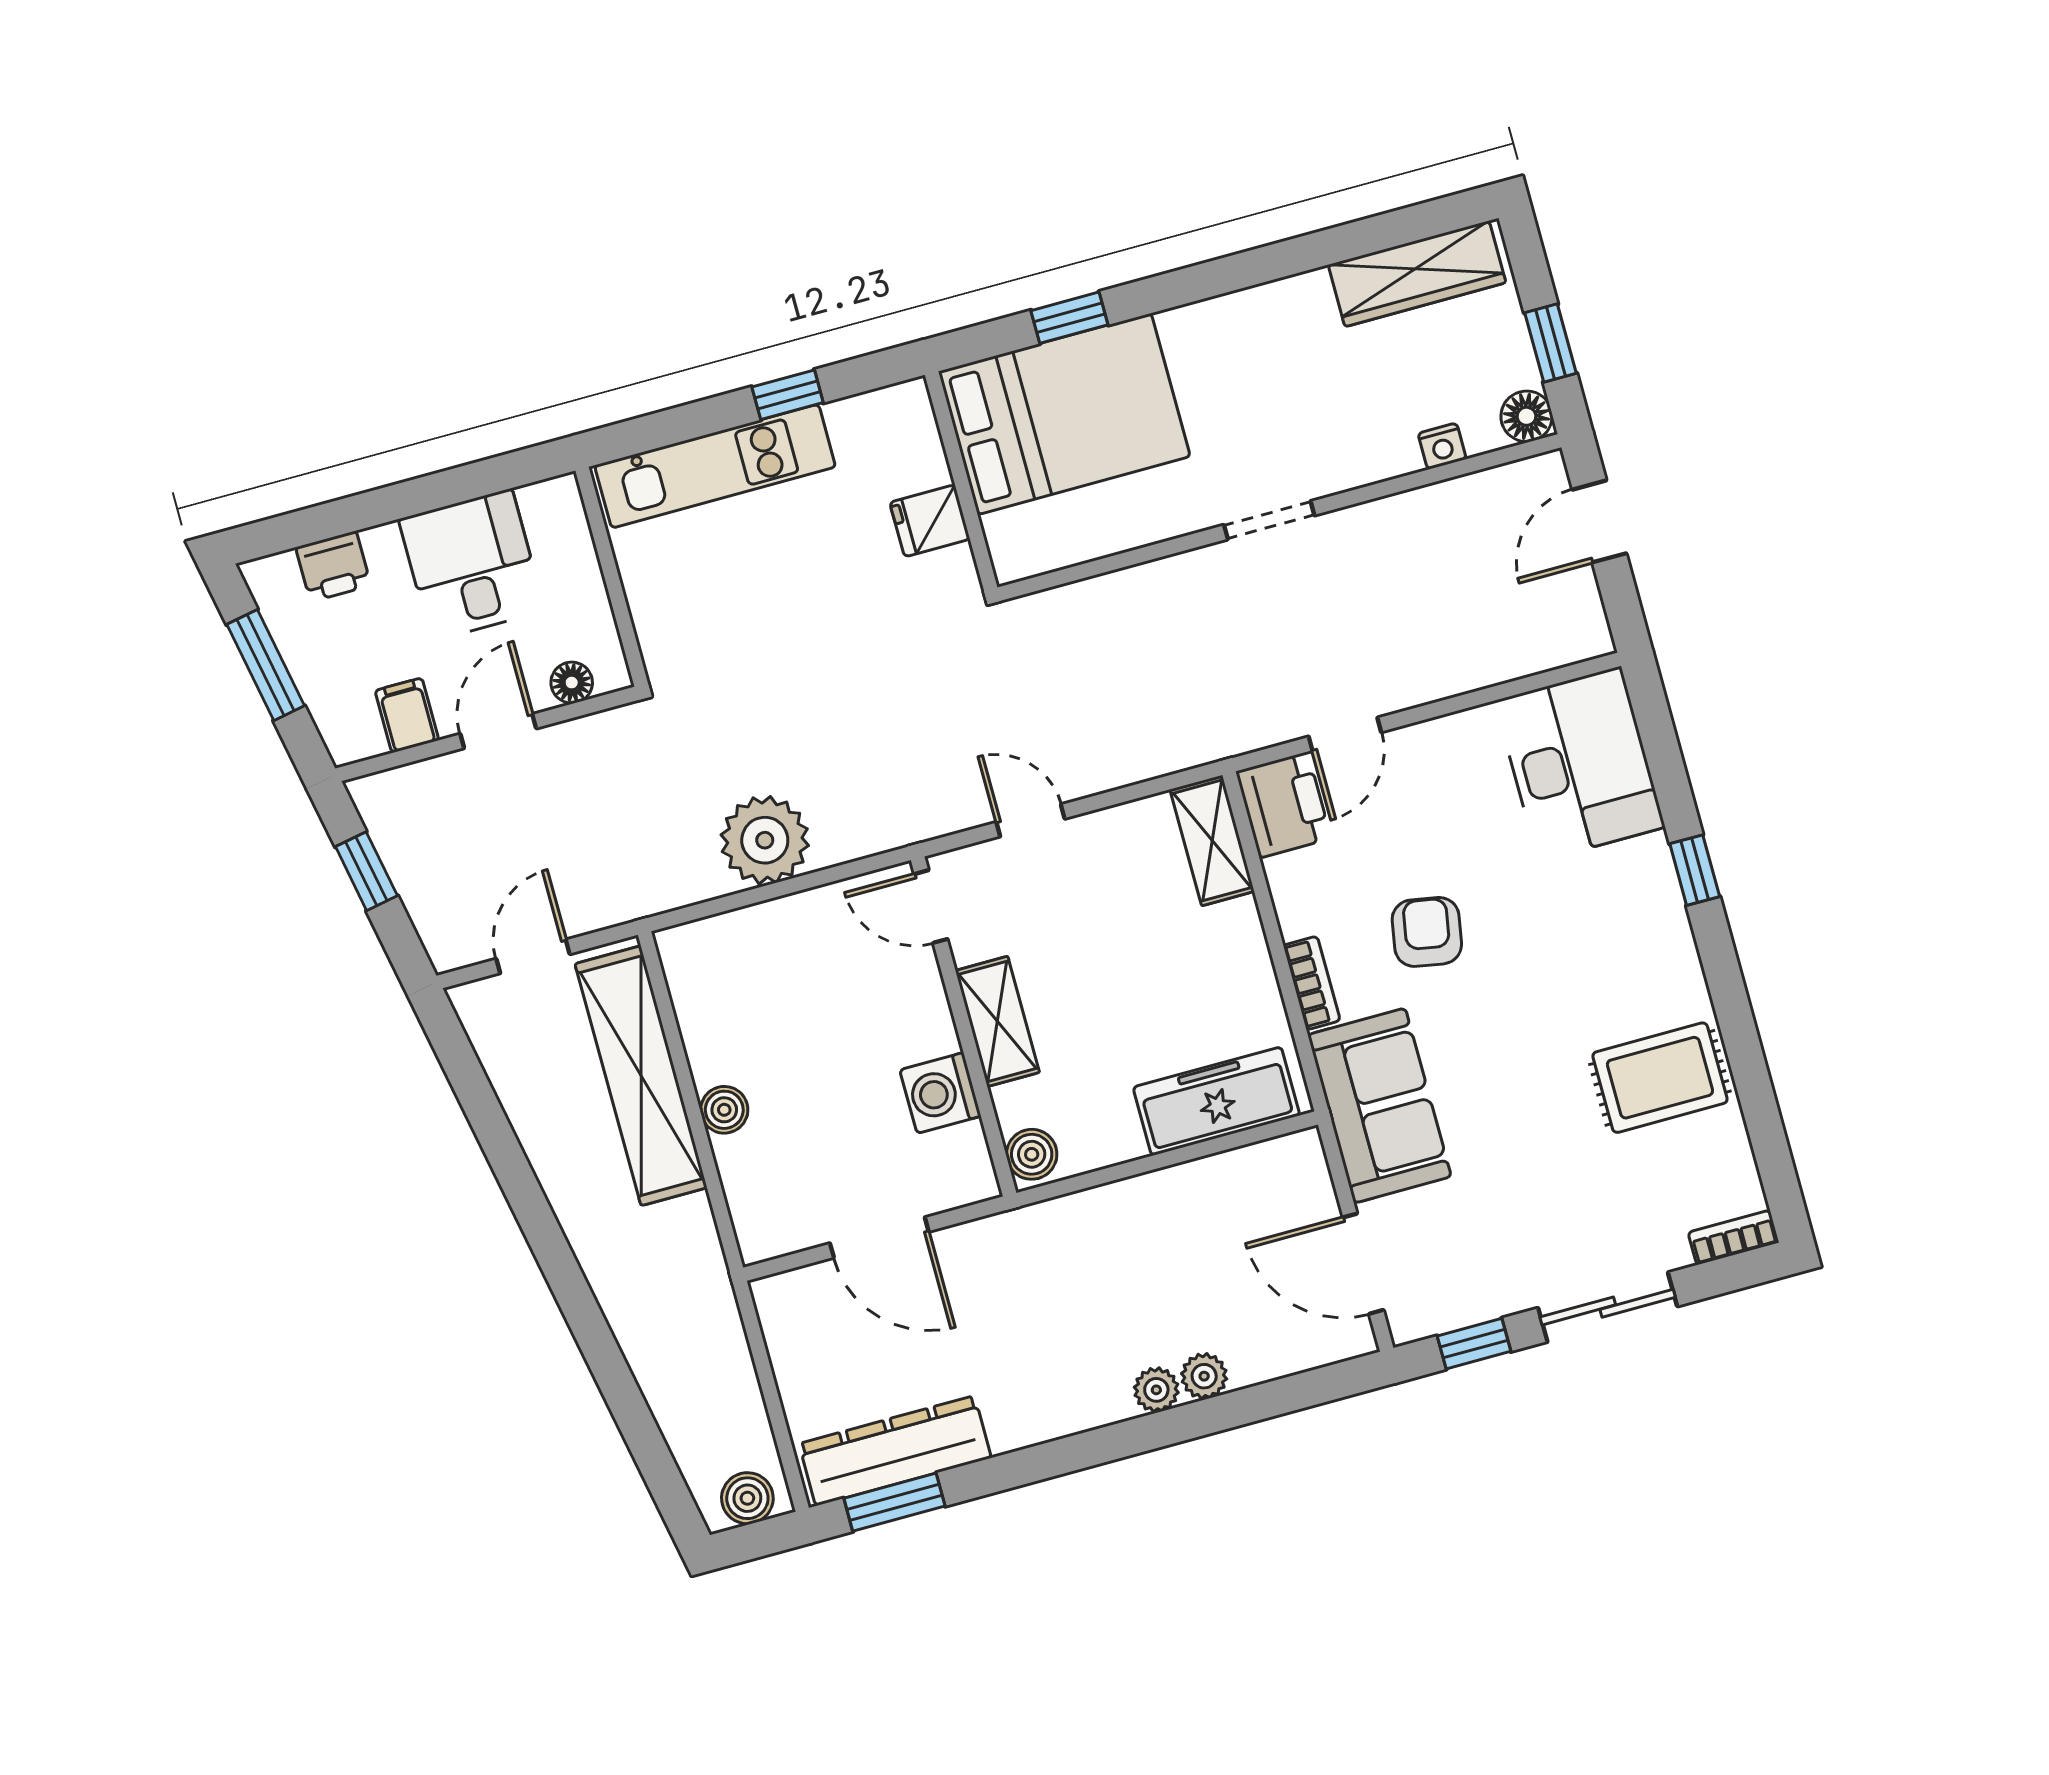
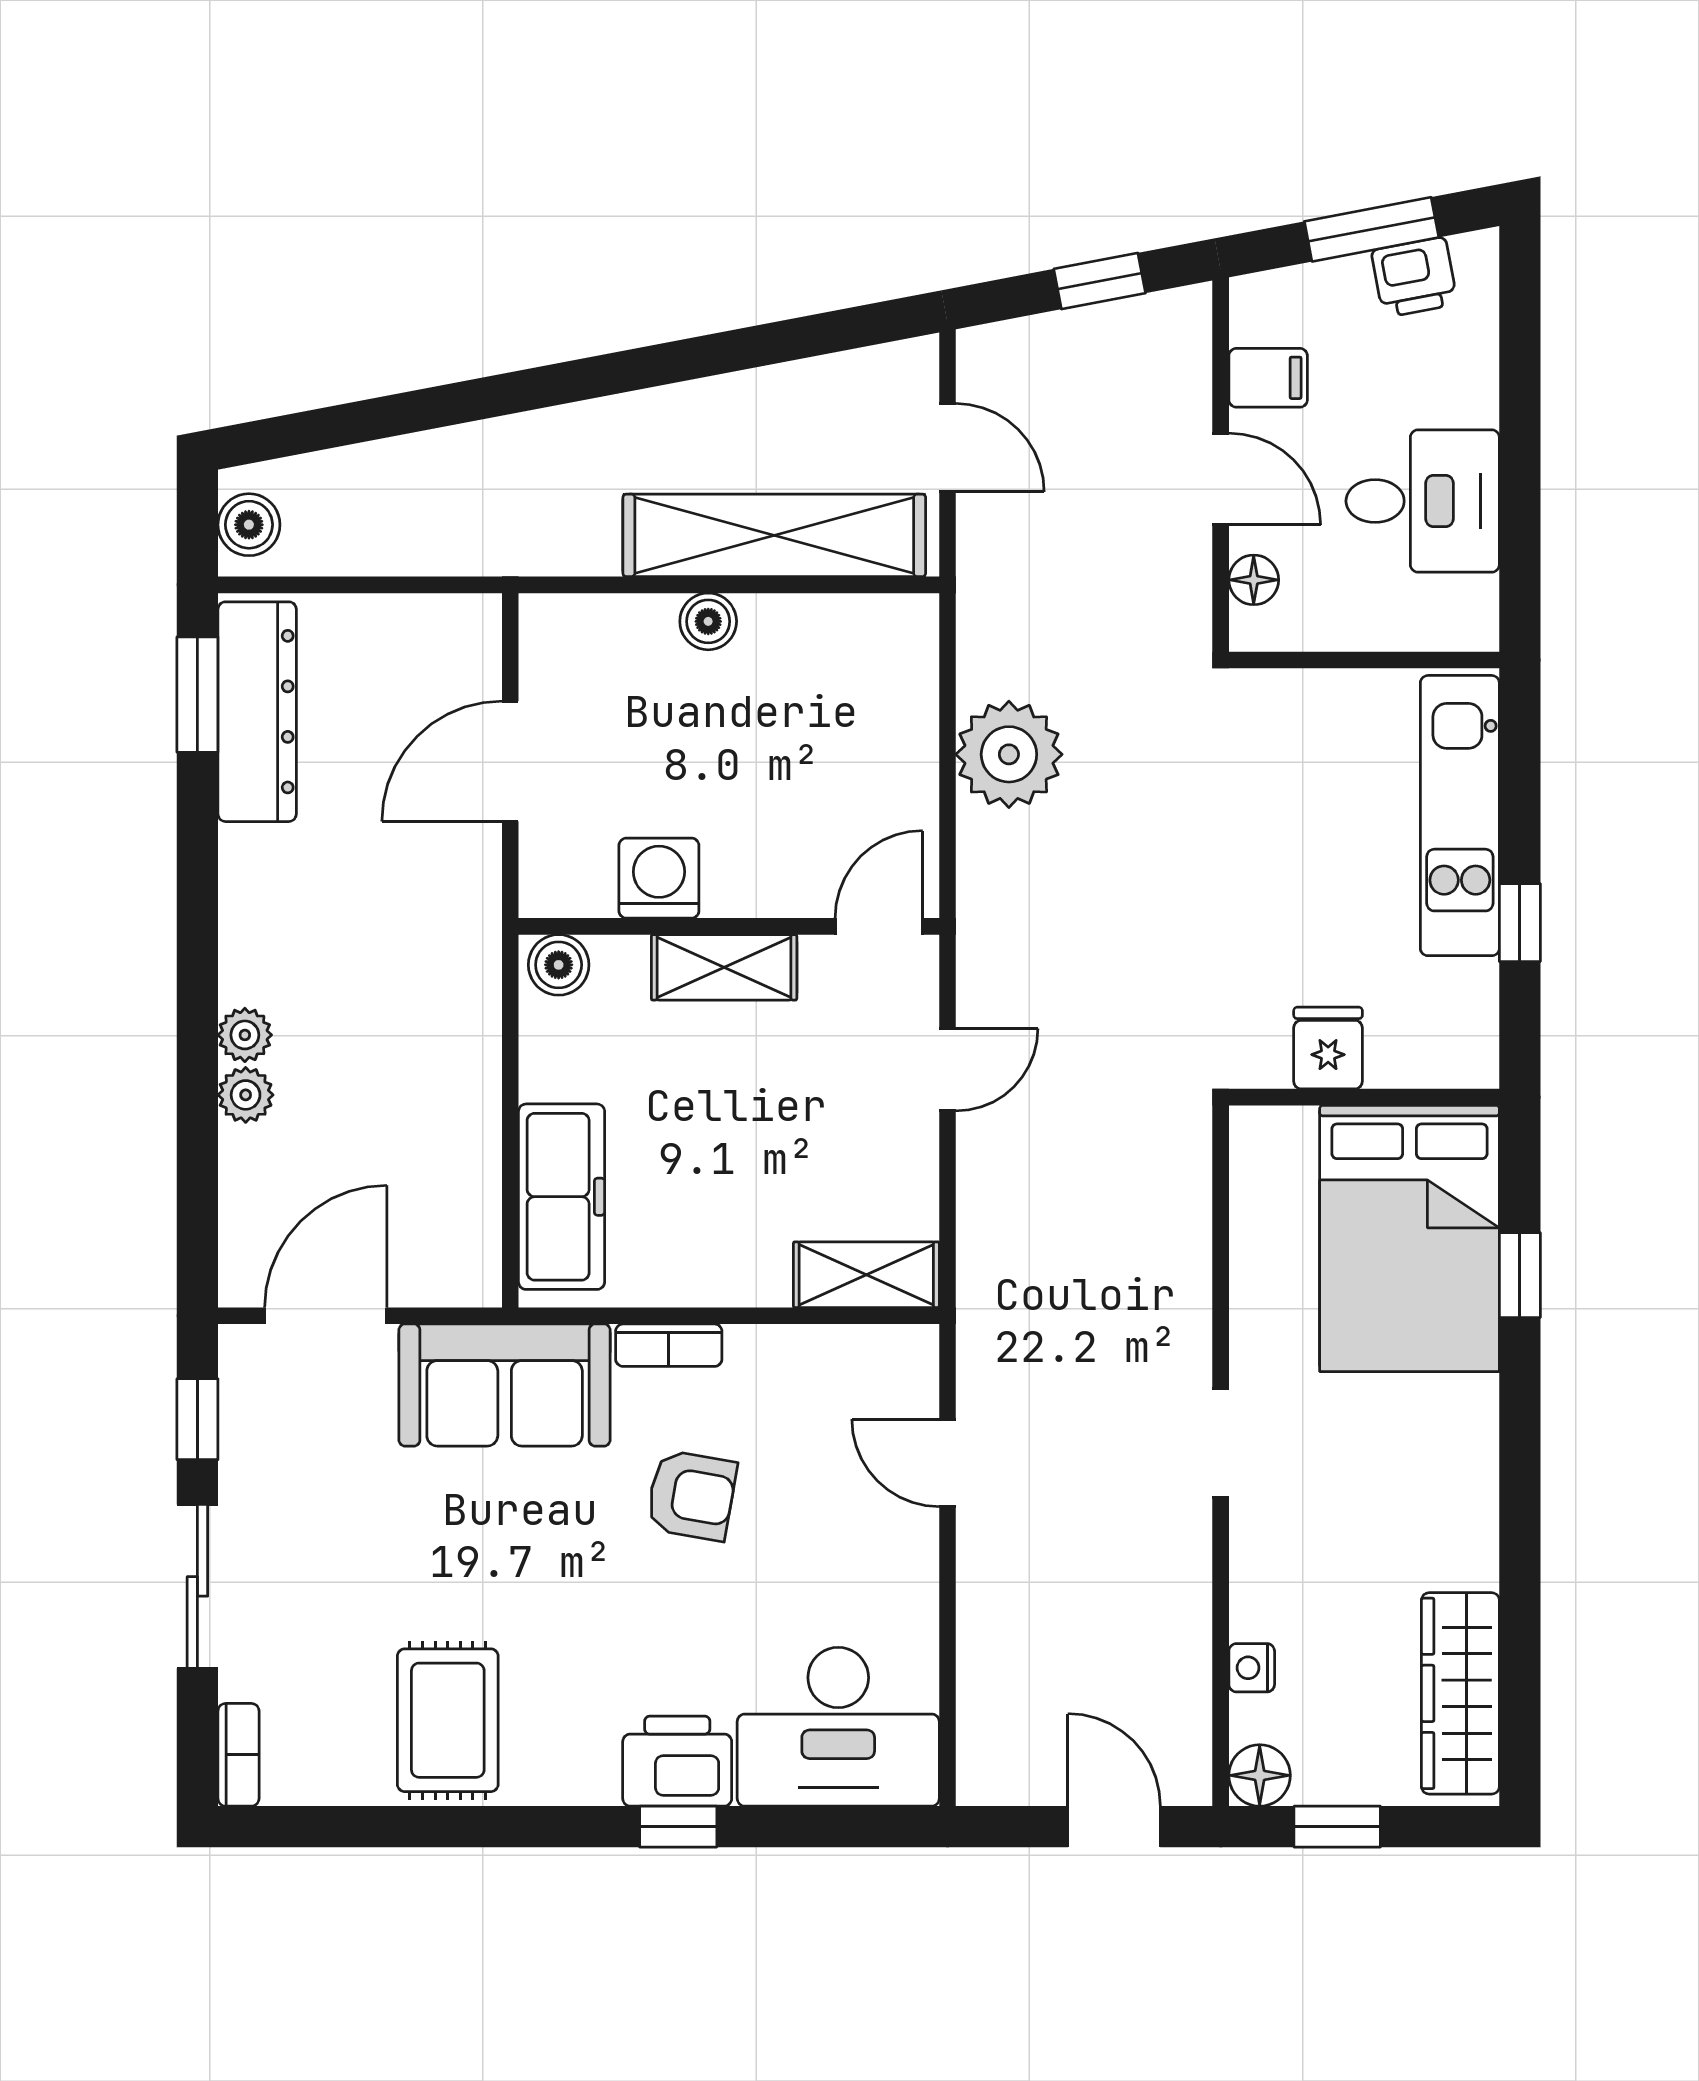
printer: (333, 566) -> (1414, 277), moved, turned -101
printer: (1283, 805) -> (677, 1761), moved, turned 180

